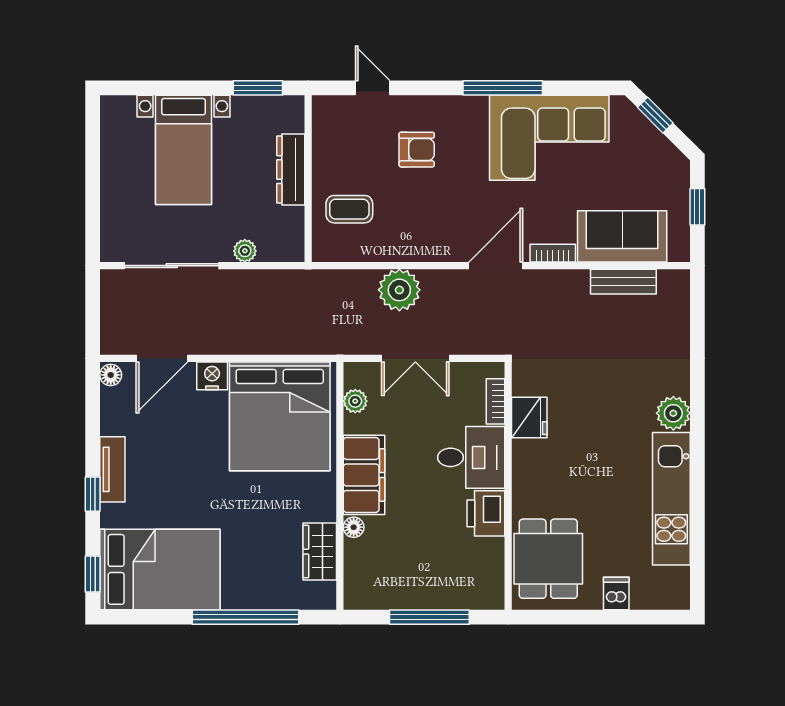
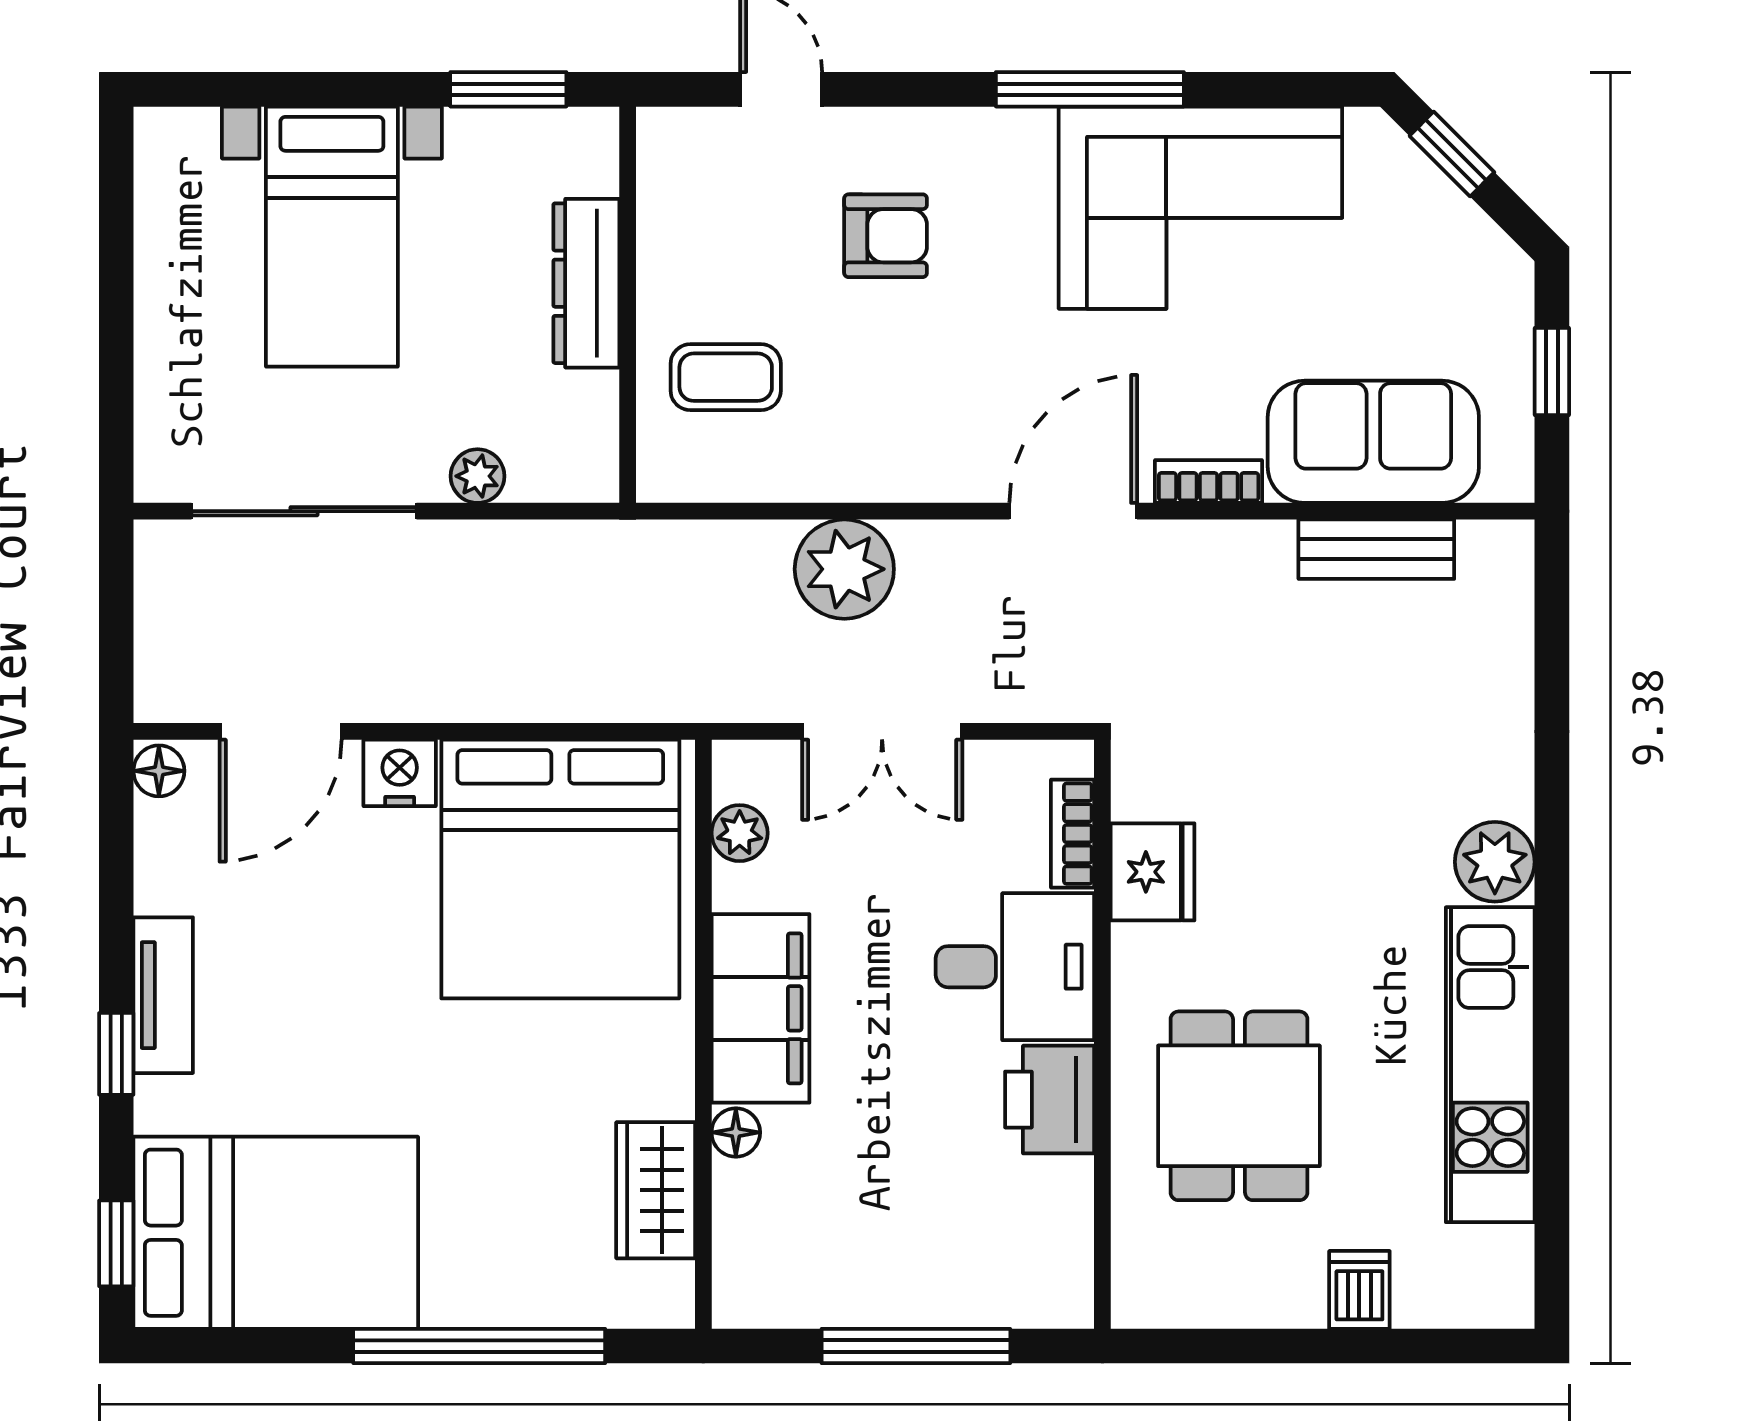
dining table: (548, 559) -> (1239, 1106), moved

